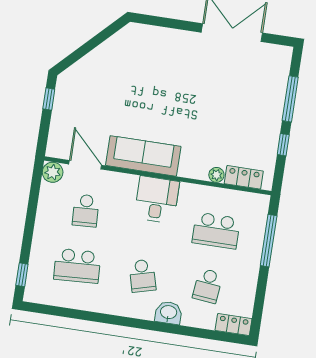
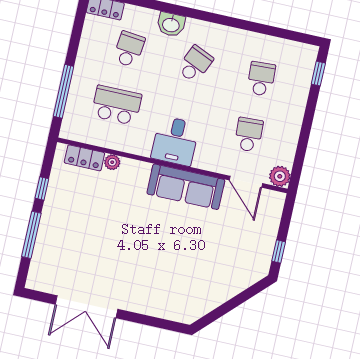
school desk: (77, 266) -> (261, 79), width x0.54
school desk: (142, 276) -> (195, 64), turned 39

